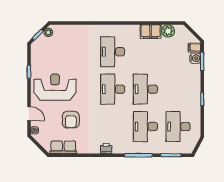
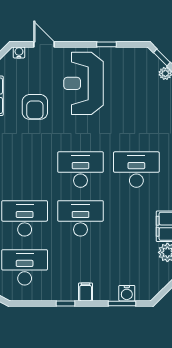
filing cabinet: (194, 47) -> (86, 292), moved
reception desk: (55, 87) -> (84, 83), turned 180
door: (29, 114) -> (44, 44), swing flipped
armchair: (71, 120) -> (35, 107), turned -90

